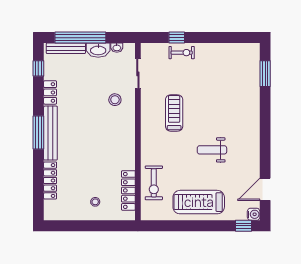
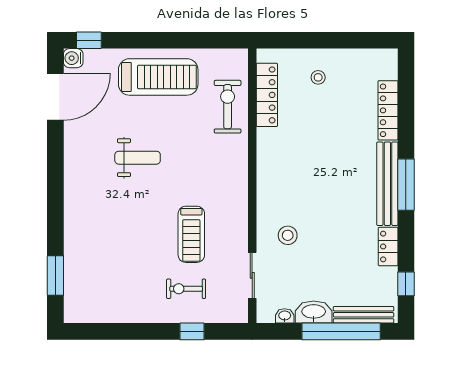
exercise bike: (182, 53) -> (186, 289), moved
treadmill: (174, 113) -> (191, 234), moved
door: (265, 189) -> (55, 97), width x1.36

